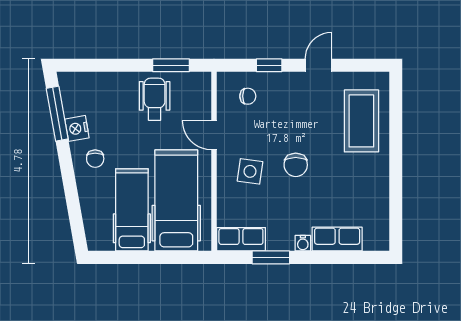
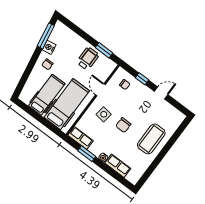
coffee table: (361, 121) -> (151, 139), moved

